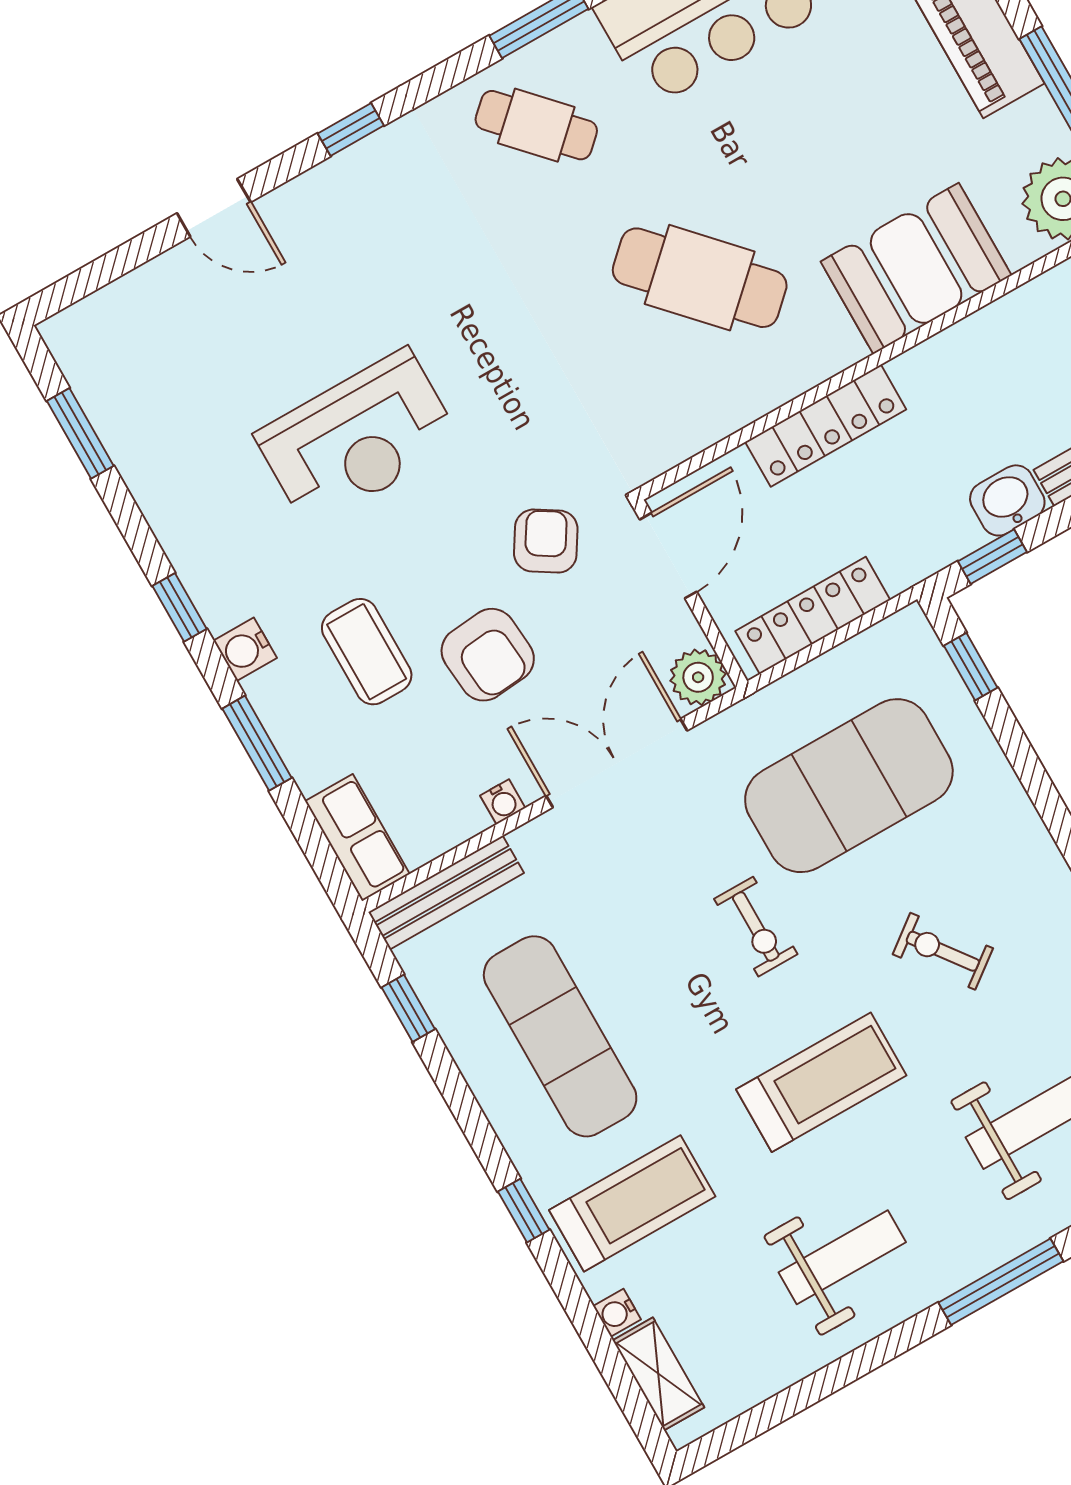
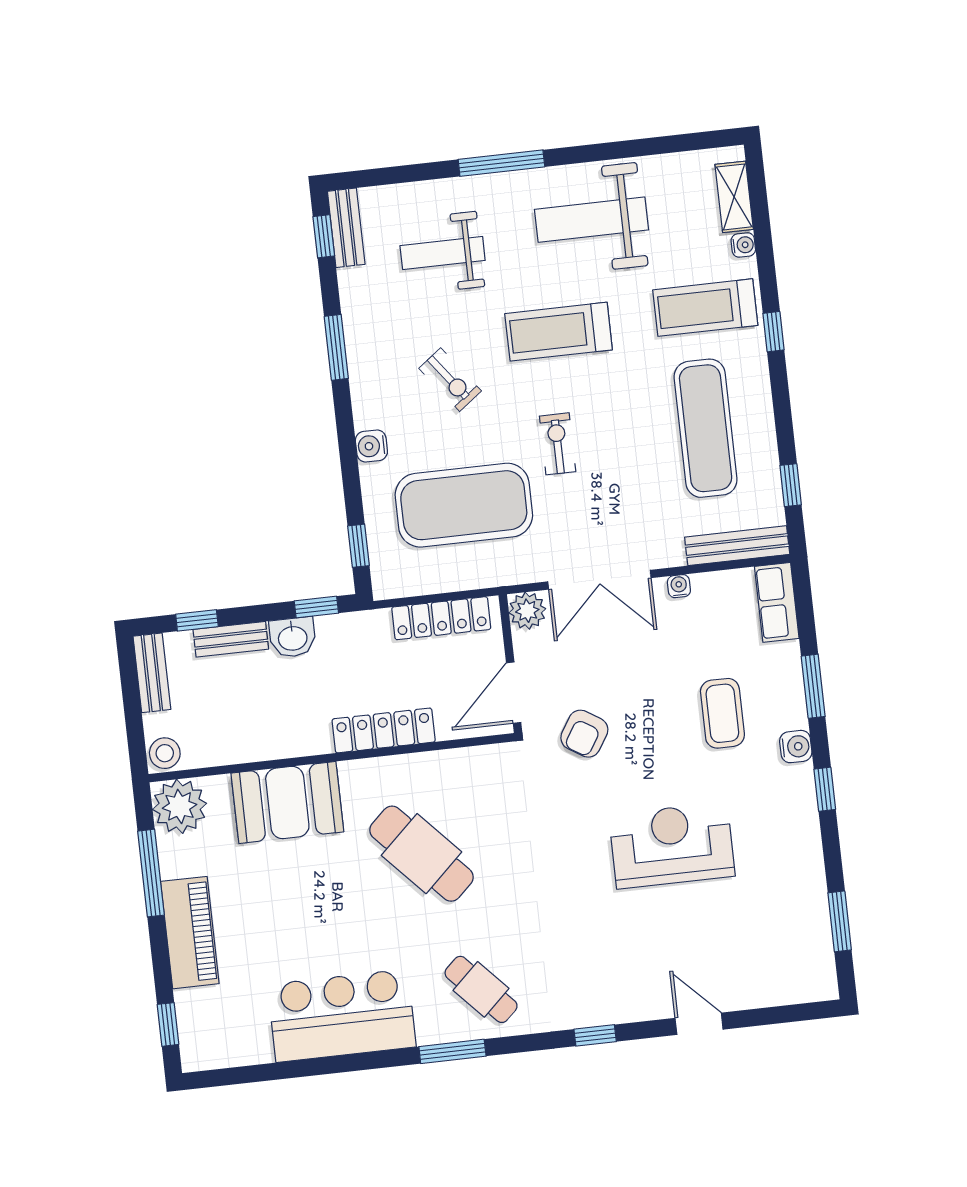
armchair: (488, 655) -> (649, 680), removed
water cooler: (1012, 812) -> (371, 446), added
weight bench: (842, 1257) -> (592, 220), width x1.36, depth x1.33

